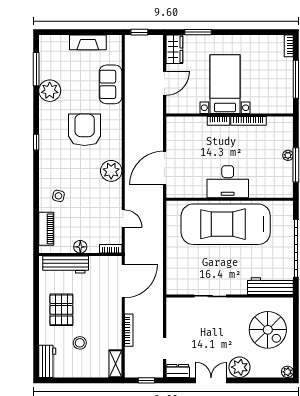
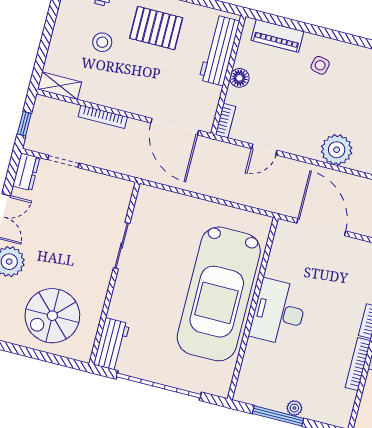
car: (226, 224) -> (219, 294), turned 180
workbench: (270, 286) -> (112, 344), width x0.73

